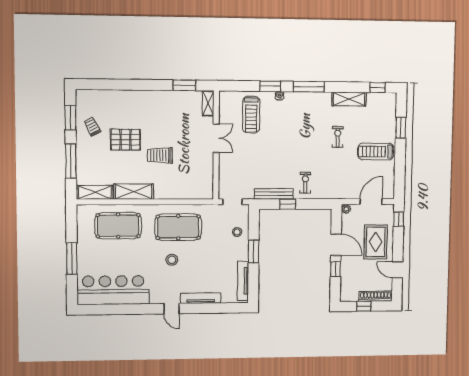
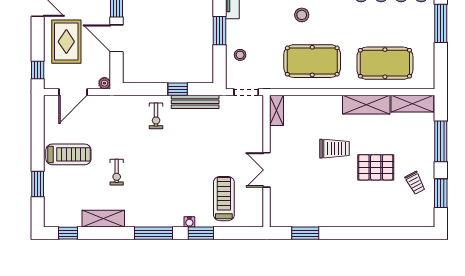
shelving: (208, 103) -> (276, 110), moved
stool: (172, 260) -> (302, 15), moved

